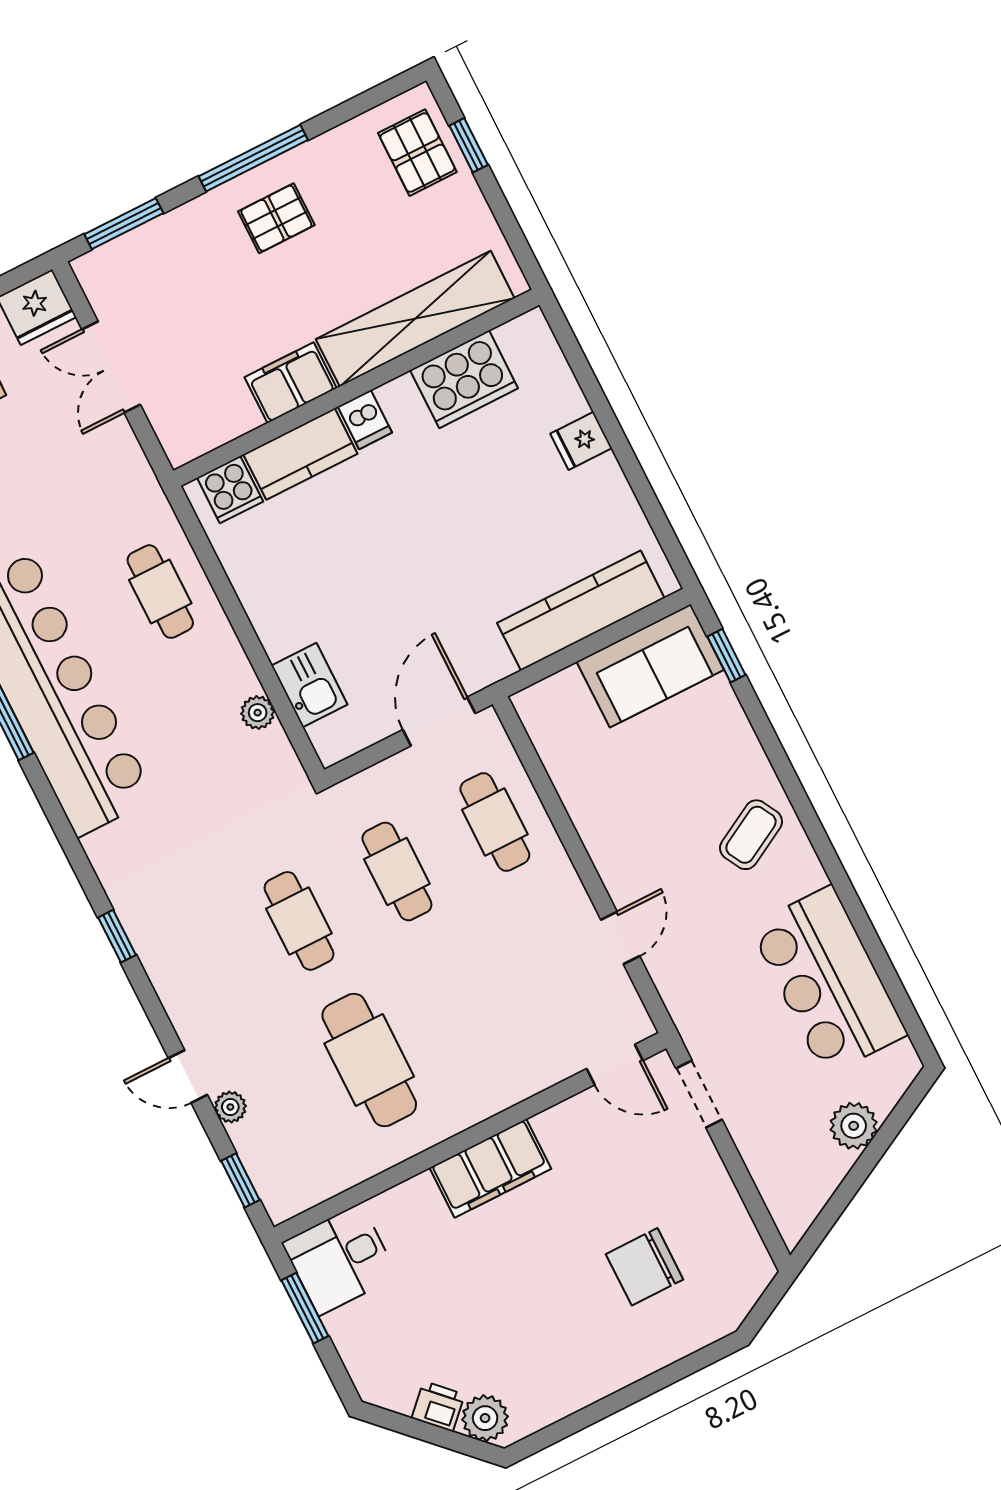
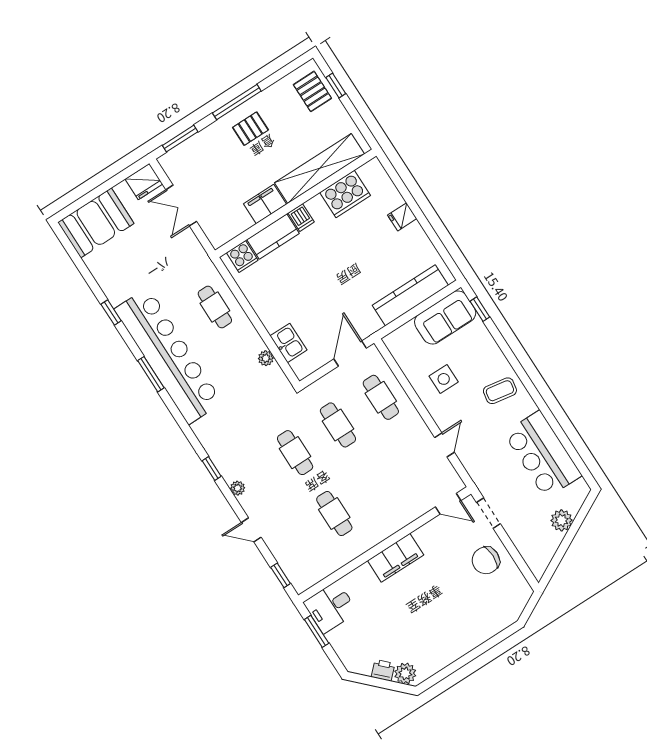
side table: (633, 797) -> (444, 379), added
coffee table: (751, 835) -> (500, 391), turned 39
cafe table: (369, 1060) -> (334, 514), width x0.73, depth x0.74
plant: (230, 1107) -> (238, 488), moved
chair: (645, 1267) -> (486, 560), moved

